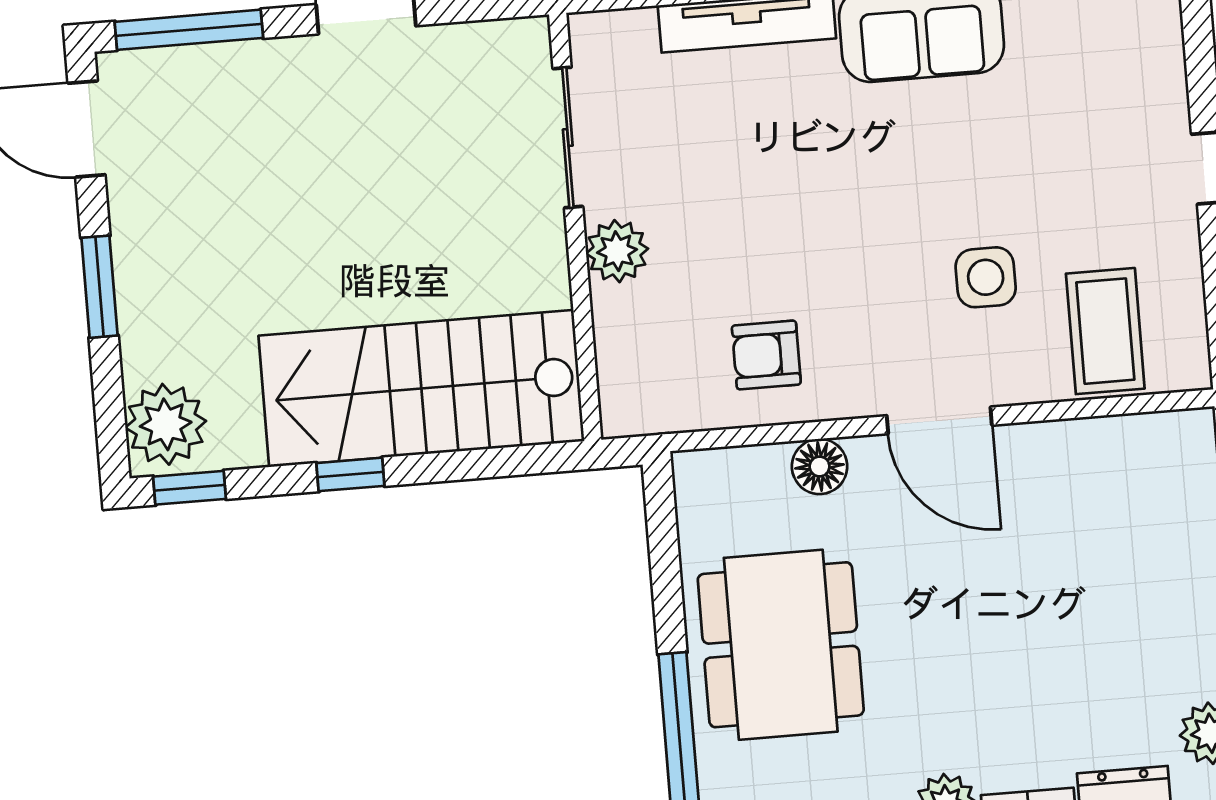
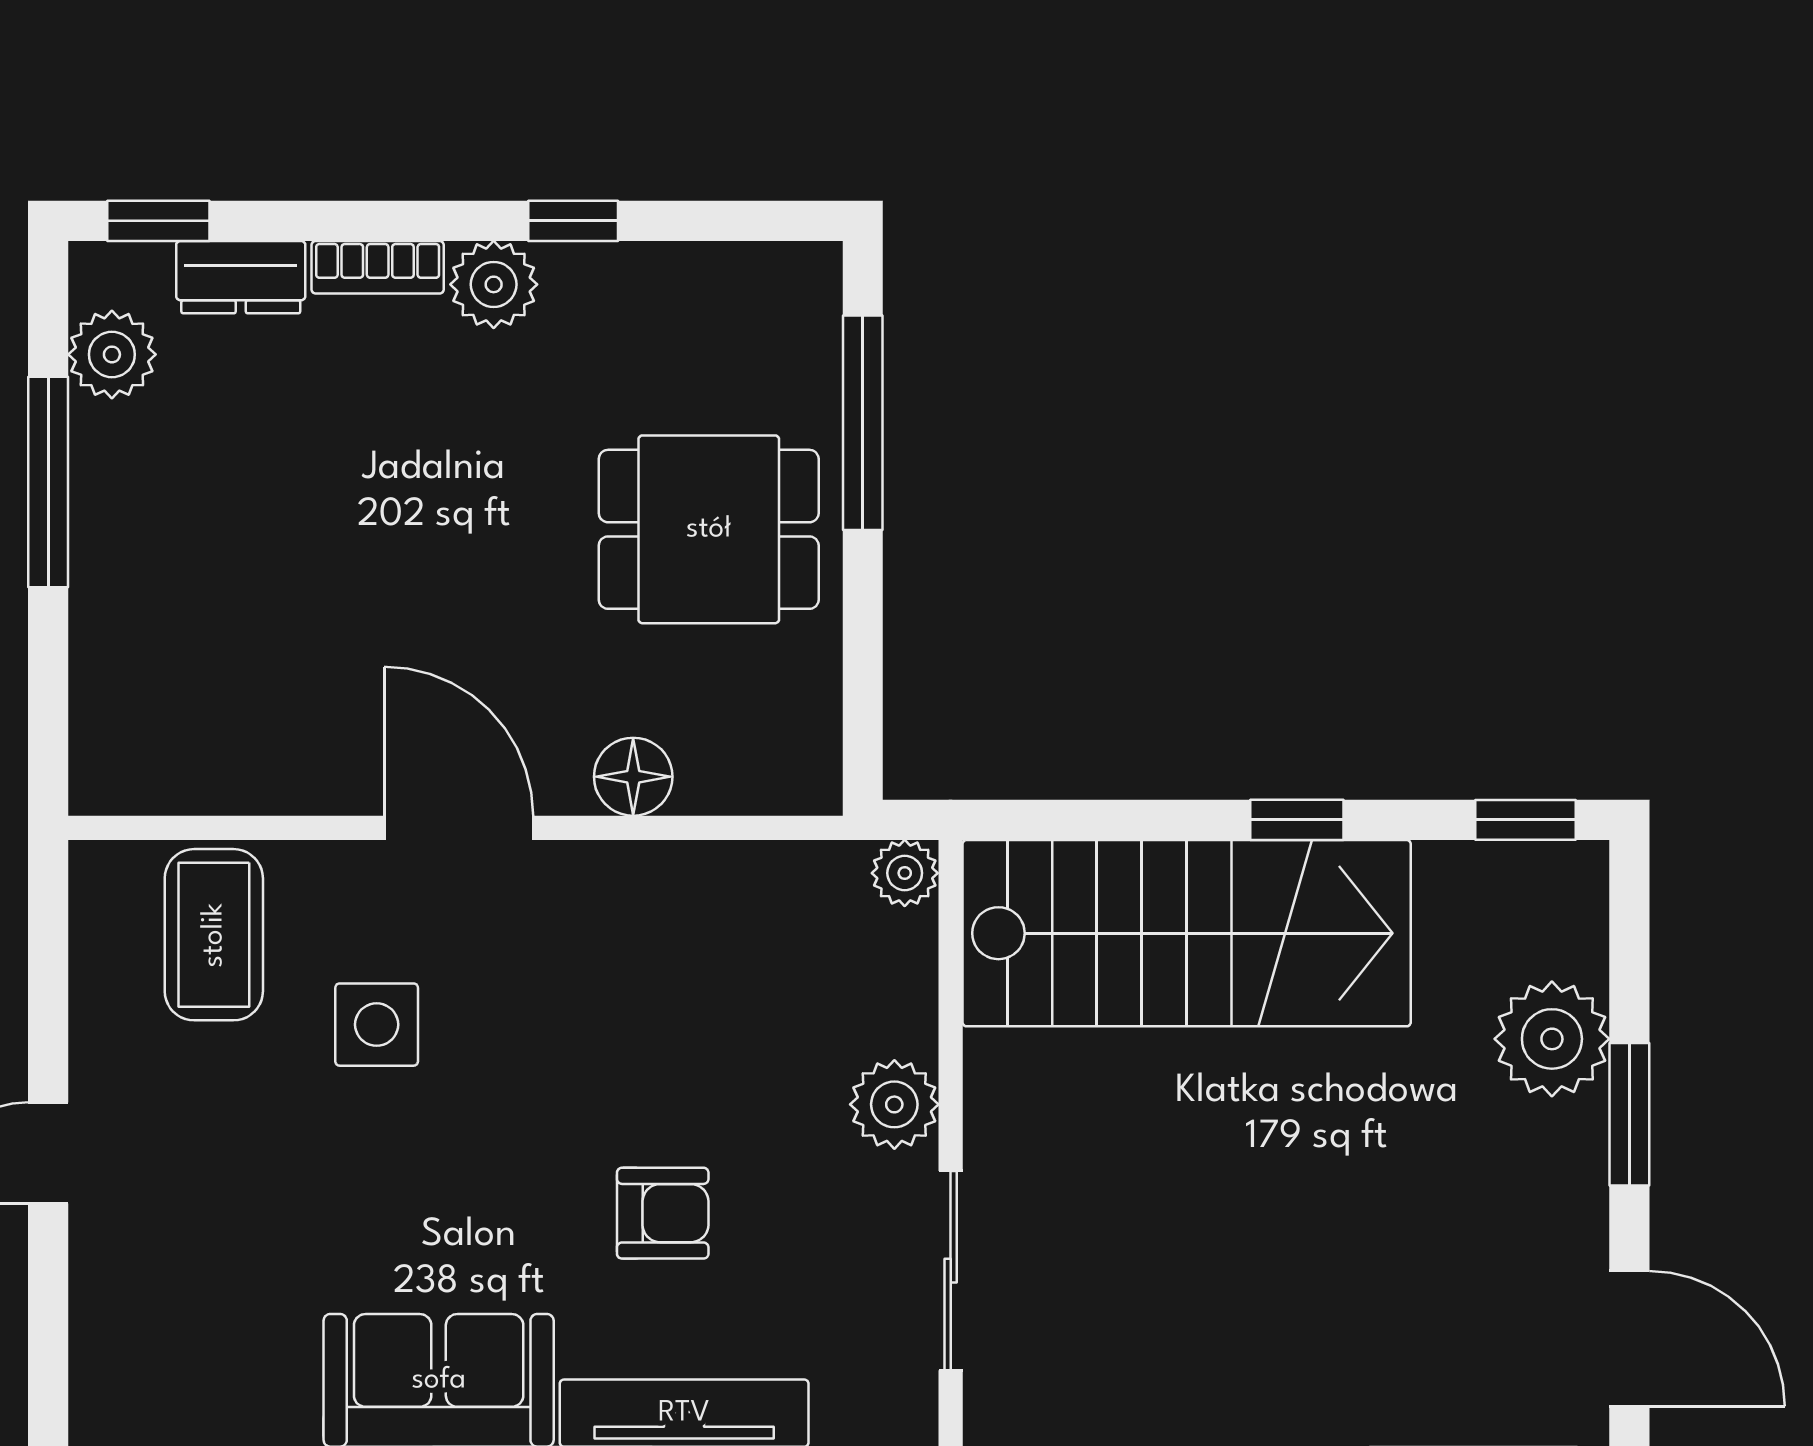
armchair: (766, 355) -> (663, 1213), moved
plant: (623, 414) -> (905, 873), added
plant: (166, 424) -> (1552, 1039), moved
dining table: (781, 645) -> (709, 529), width x0.73

